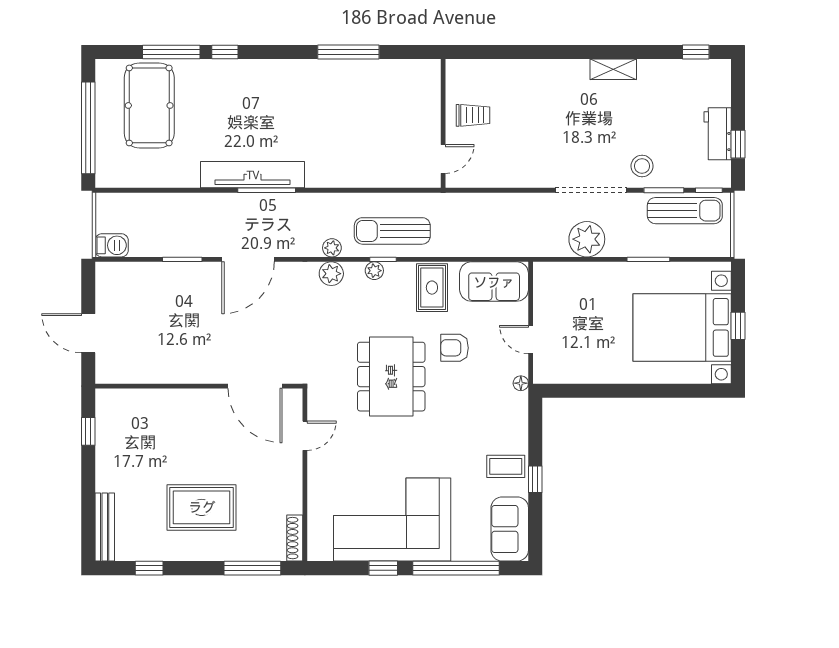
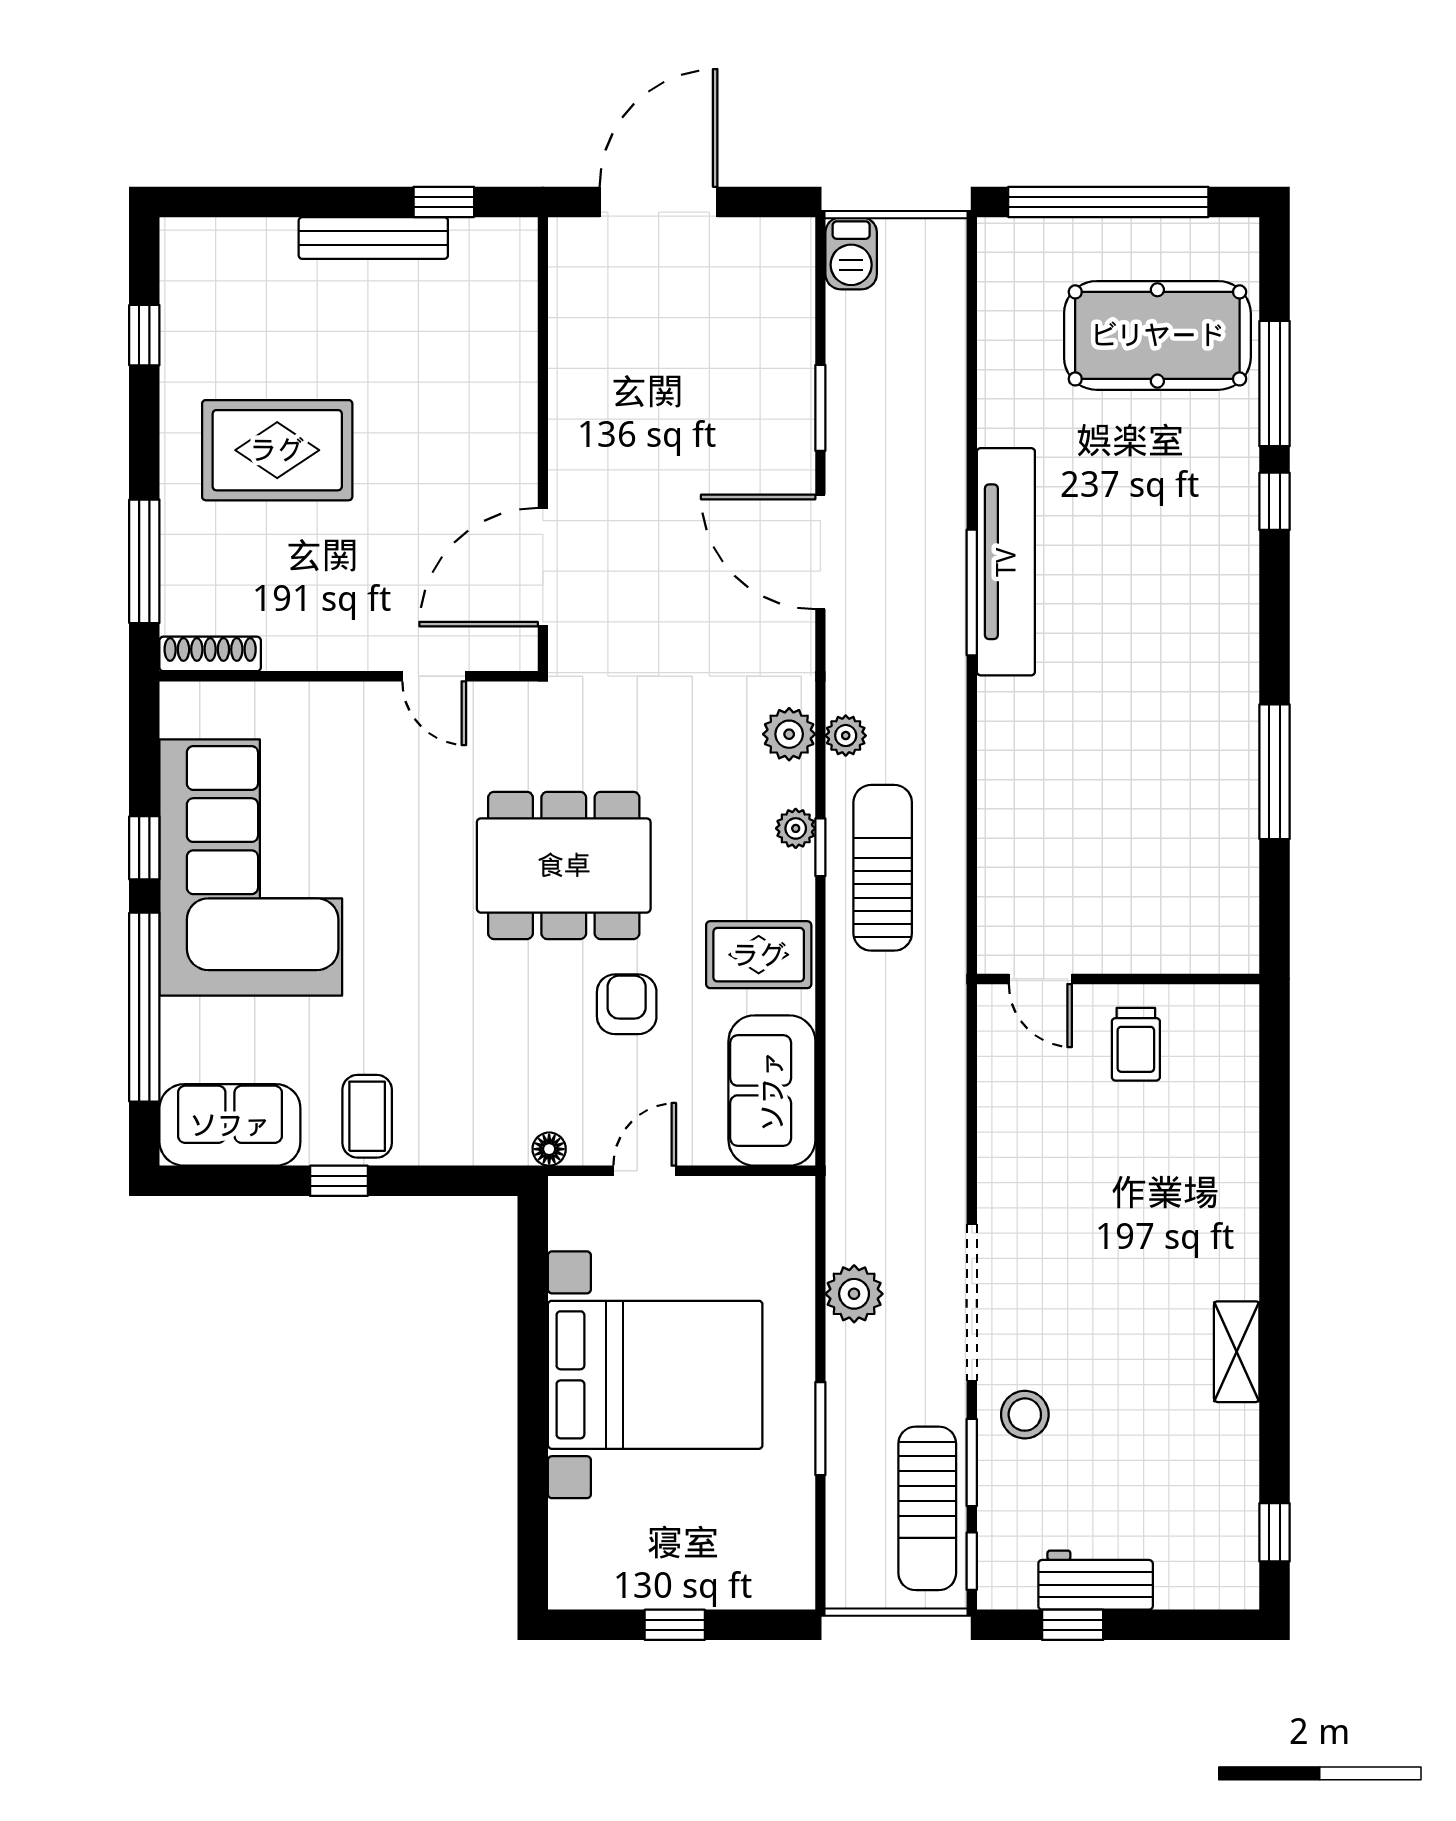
plant: (587, 239) -> (854, 1294), width x0.73, depth x0.73
bed with nightstands: (682, 327) -> (655, 1375), moved, turned 90
door: (88, 333) -> (659, 202), width x1.36
rug: (202, 507) -> (277, 450), turned 90
bench: (105, 527) -> (373, 238), moved

